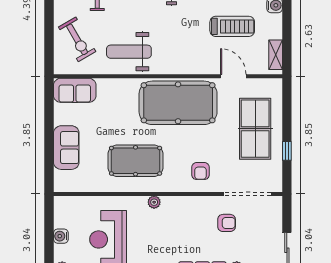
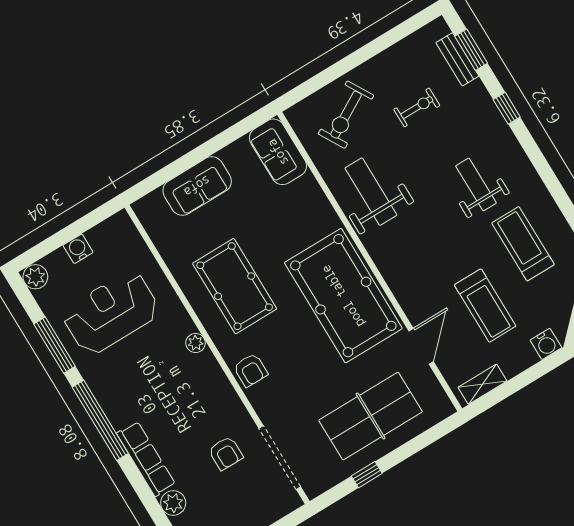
armchair: (201, 171) -> (251, 370), moved, turned -90

